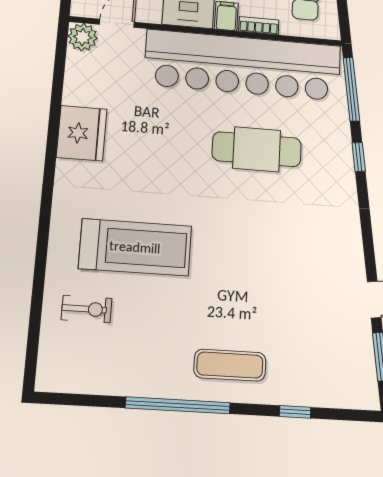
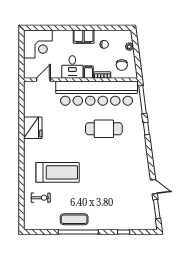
plant: (83, 37) -> (30, 87), removed
exercise mat: (230, 365) -> (74, 219), moved

